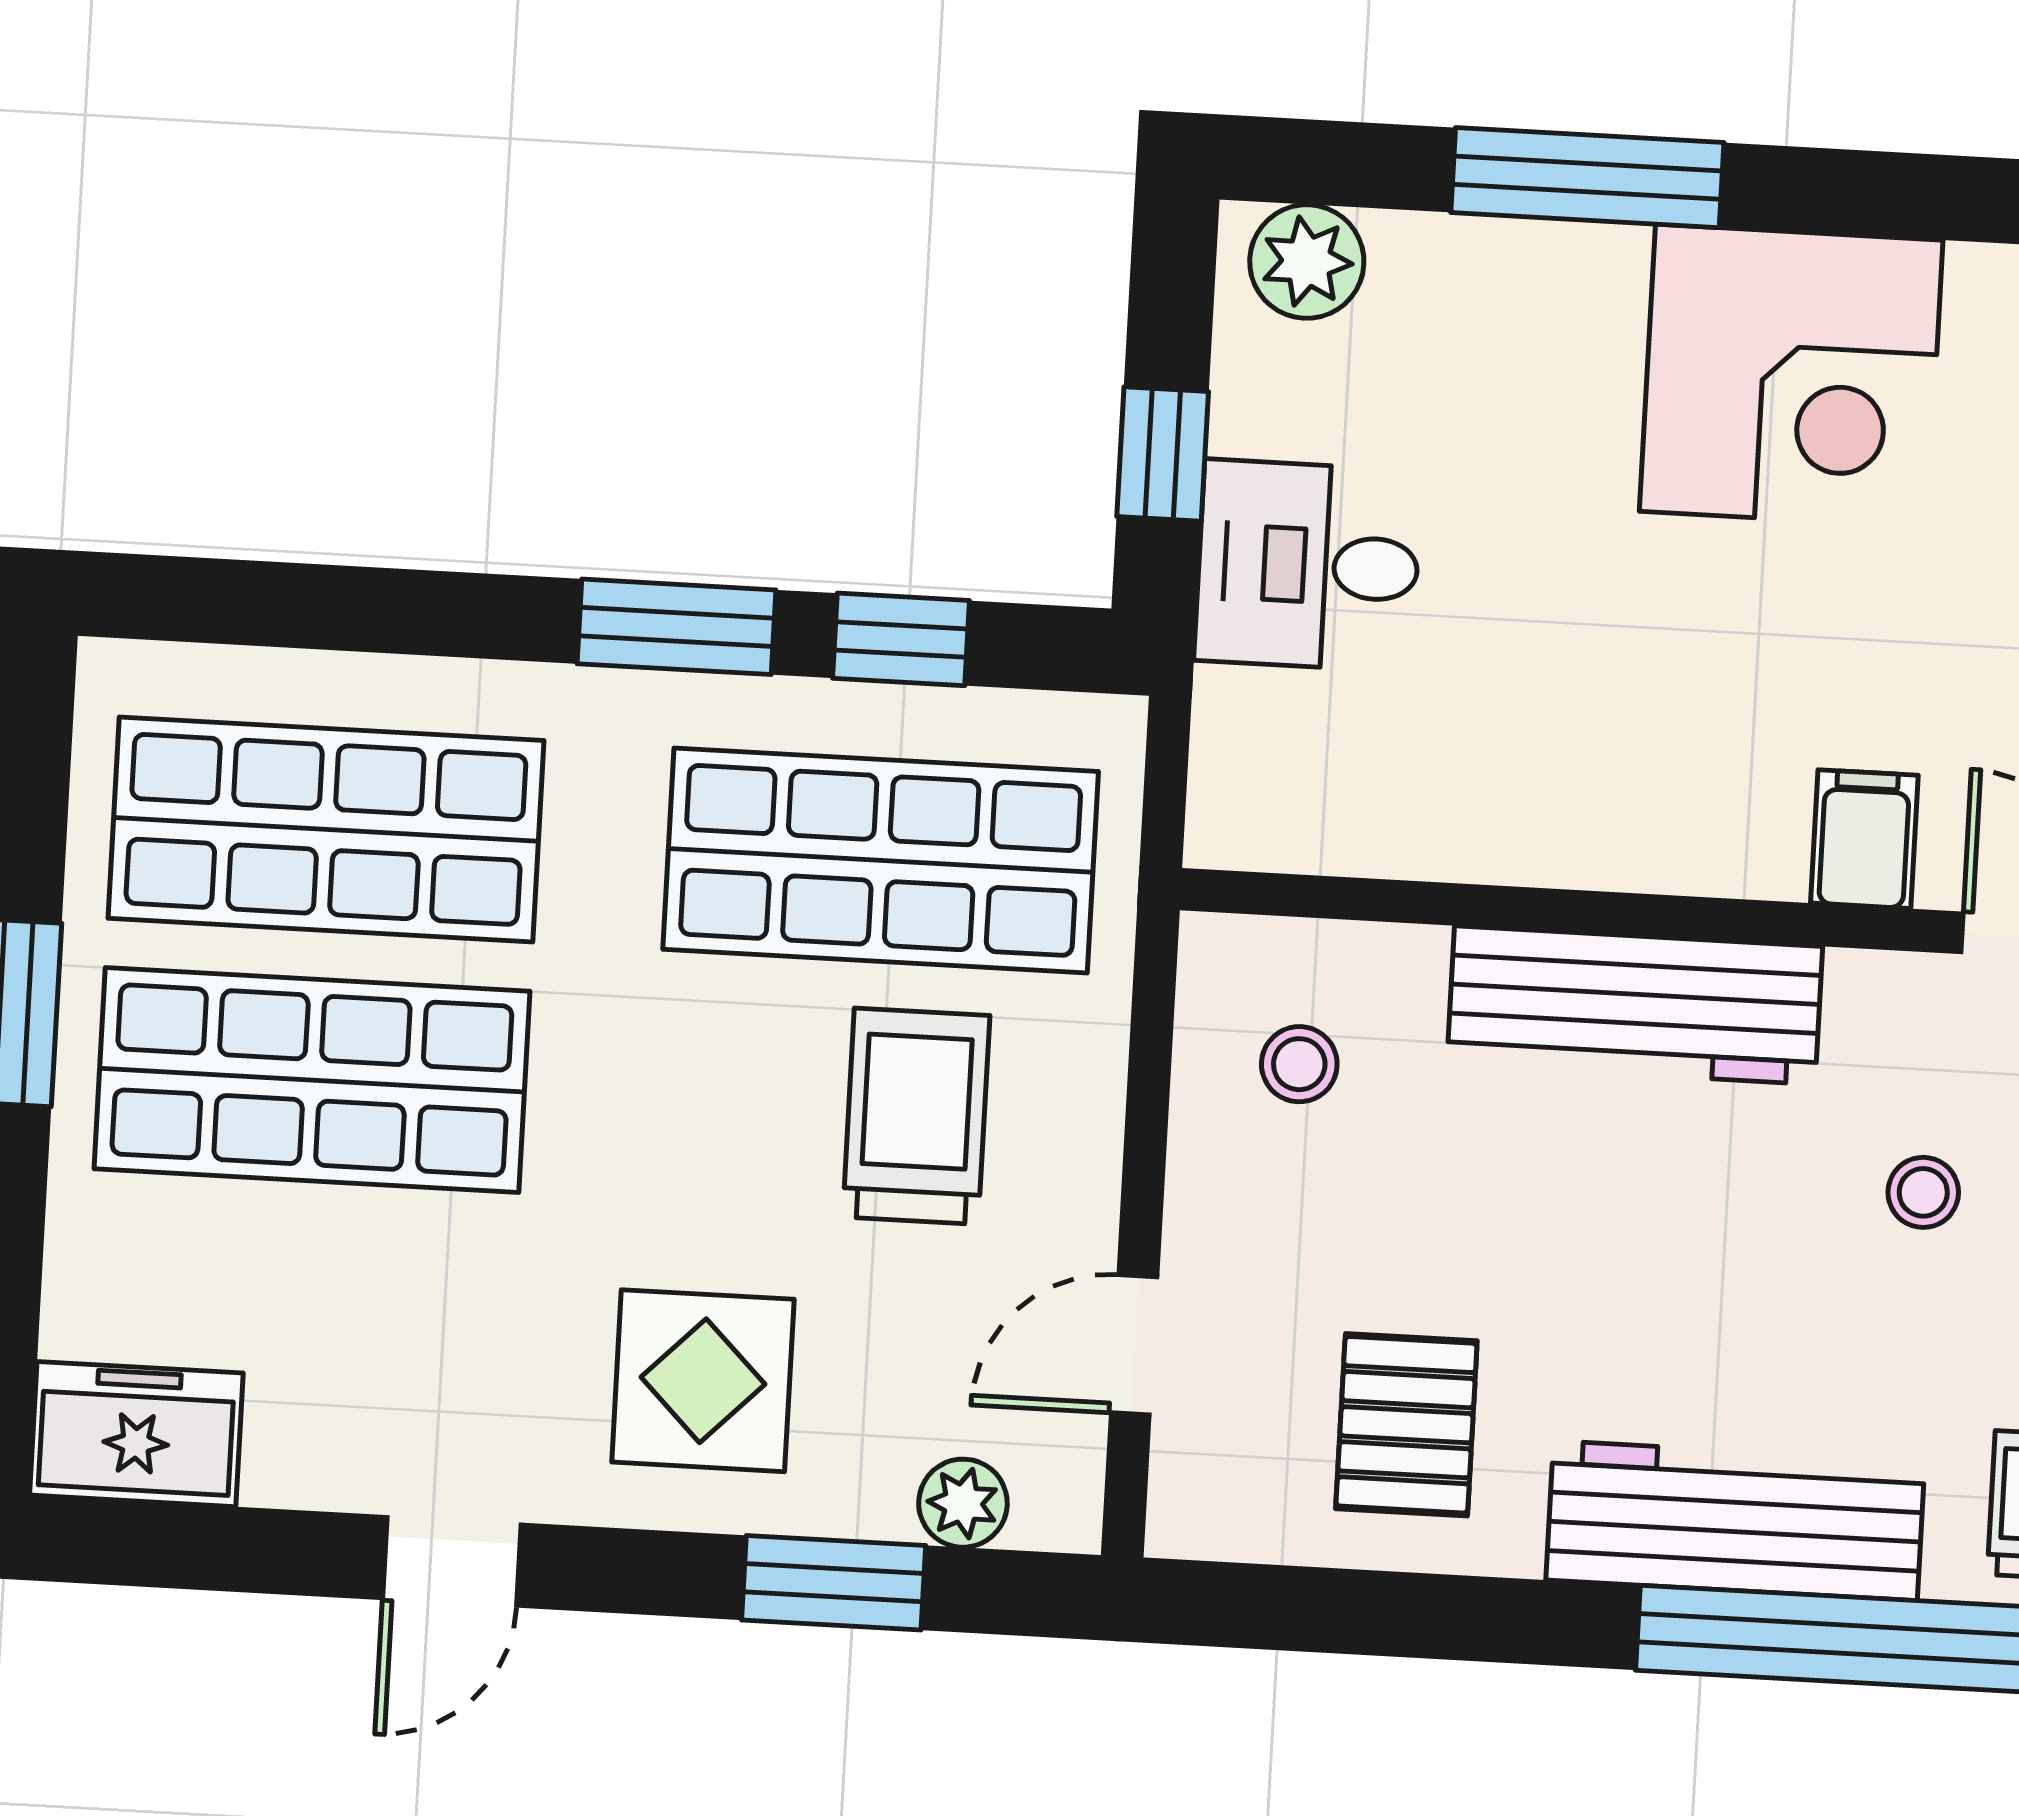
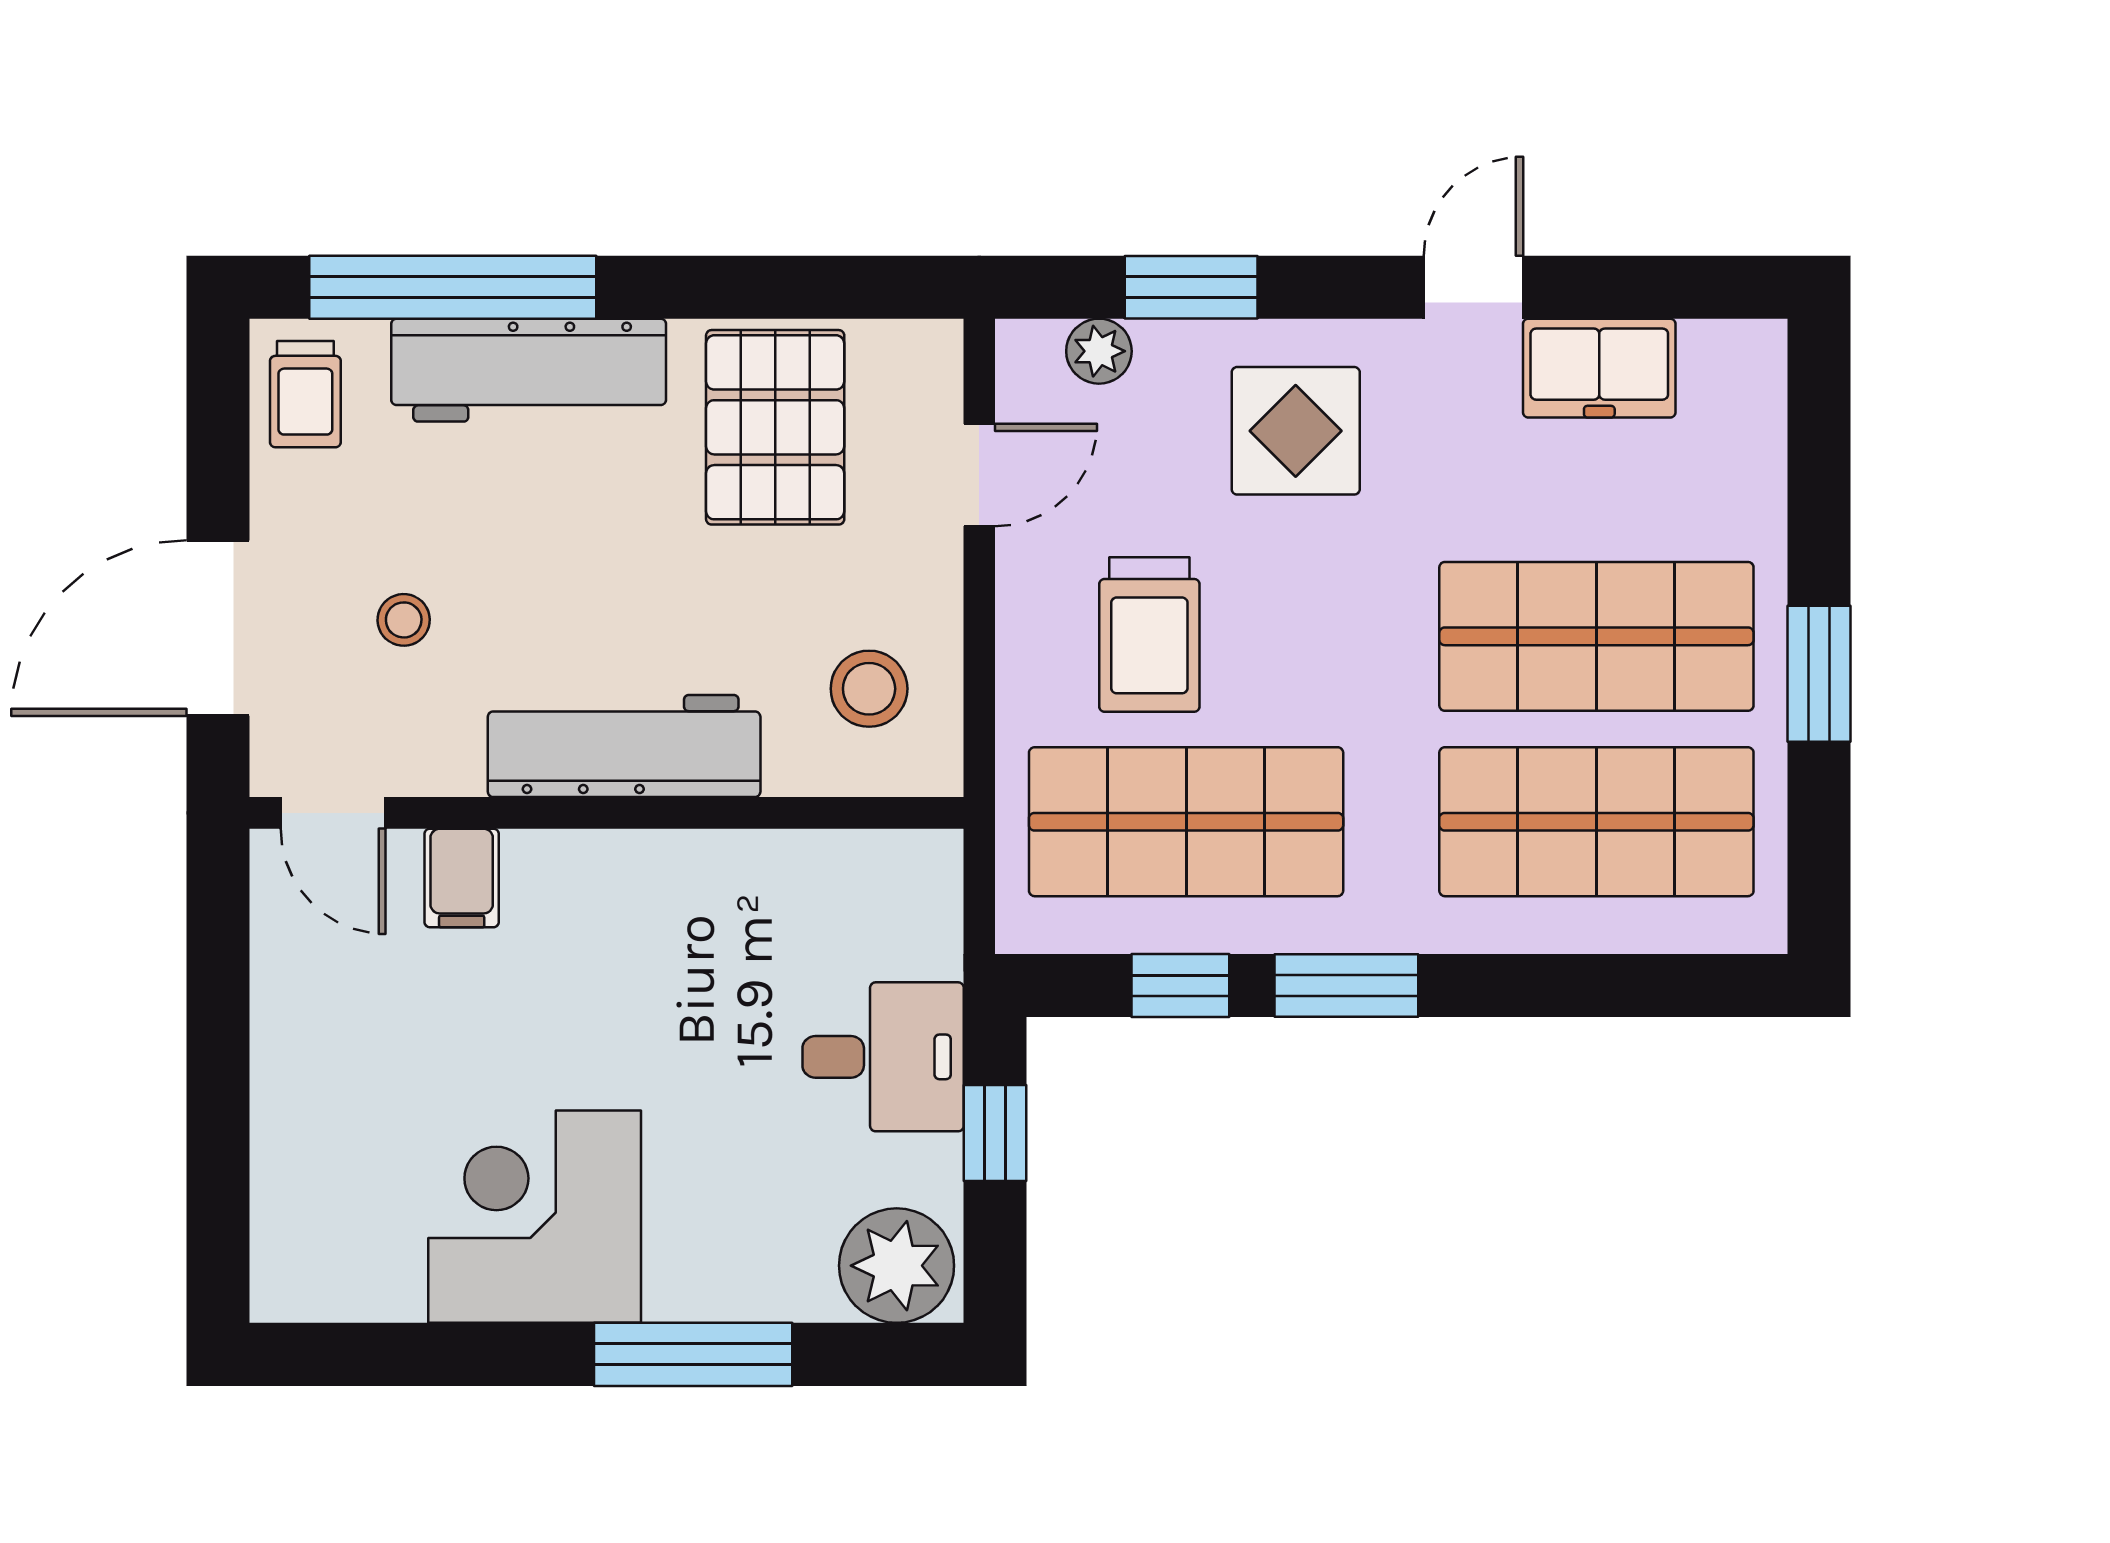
plant: (1307, 262) -> (897, 1266), width x1.36, depth x1.36
stool: (1299, 1064) -> (869, 689), width x1.37, depth x1.37
pallet: (1406, 1425) -> (775, 427), width x1.50, depth x1.42
freezer: (136, 1434) -> (1599, 368), moved

